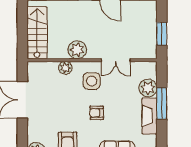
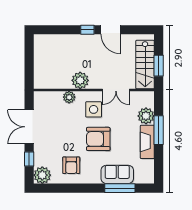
stairs: (37, 33) -> (145, 65), moved, turned 180
armchair: (97, 113) -> (98, 139), width x1.88, depth x1.88
window: (22, 134) -> (29, 159), added

